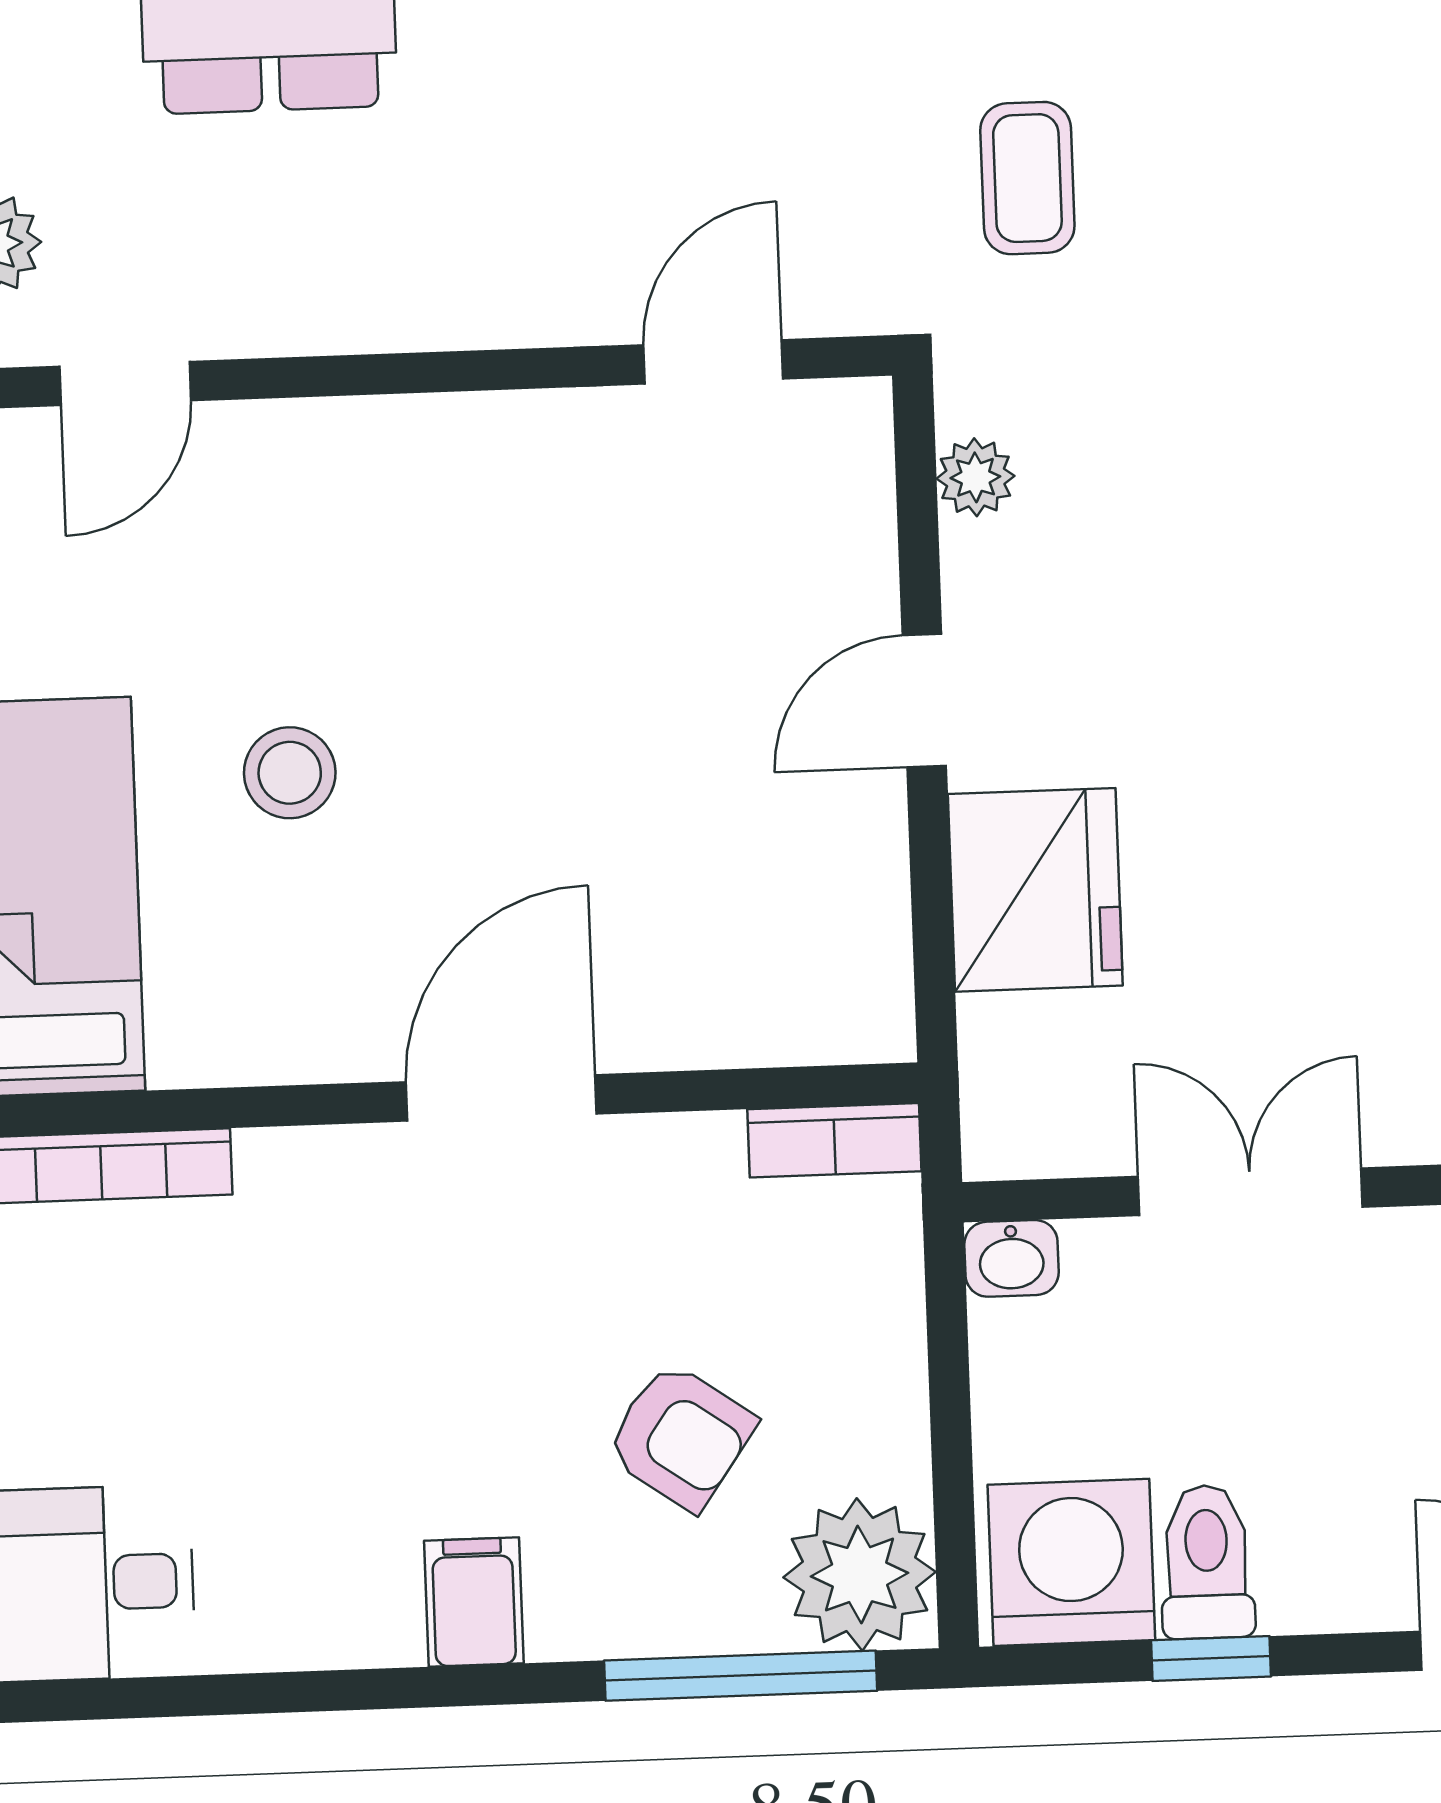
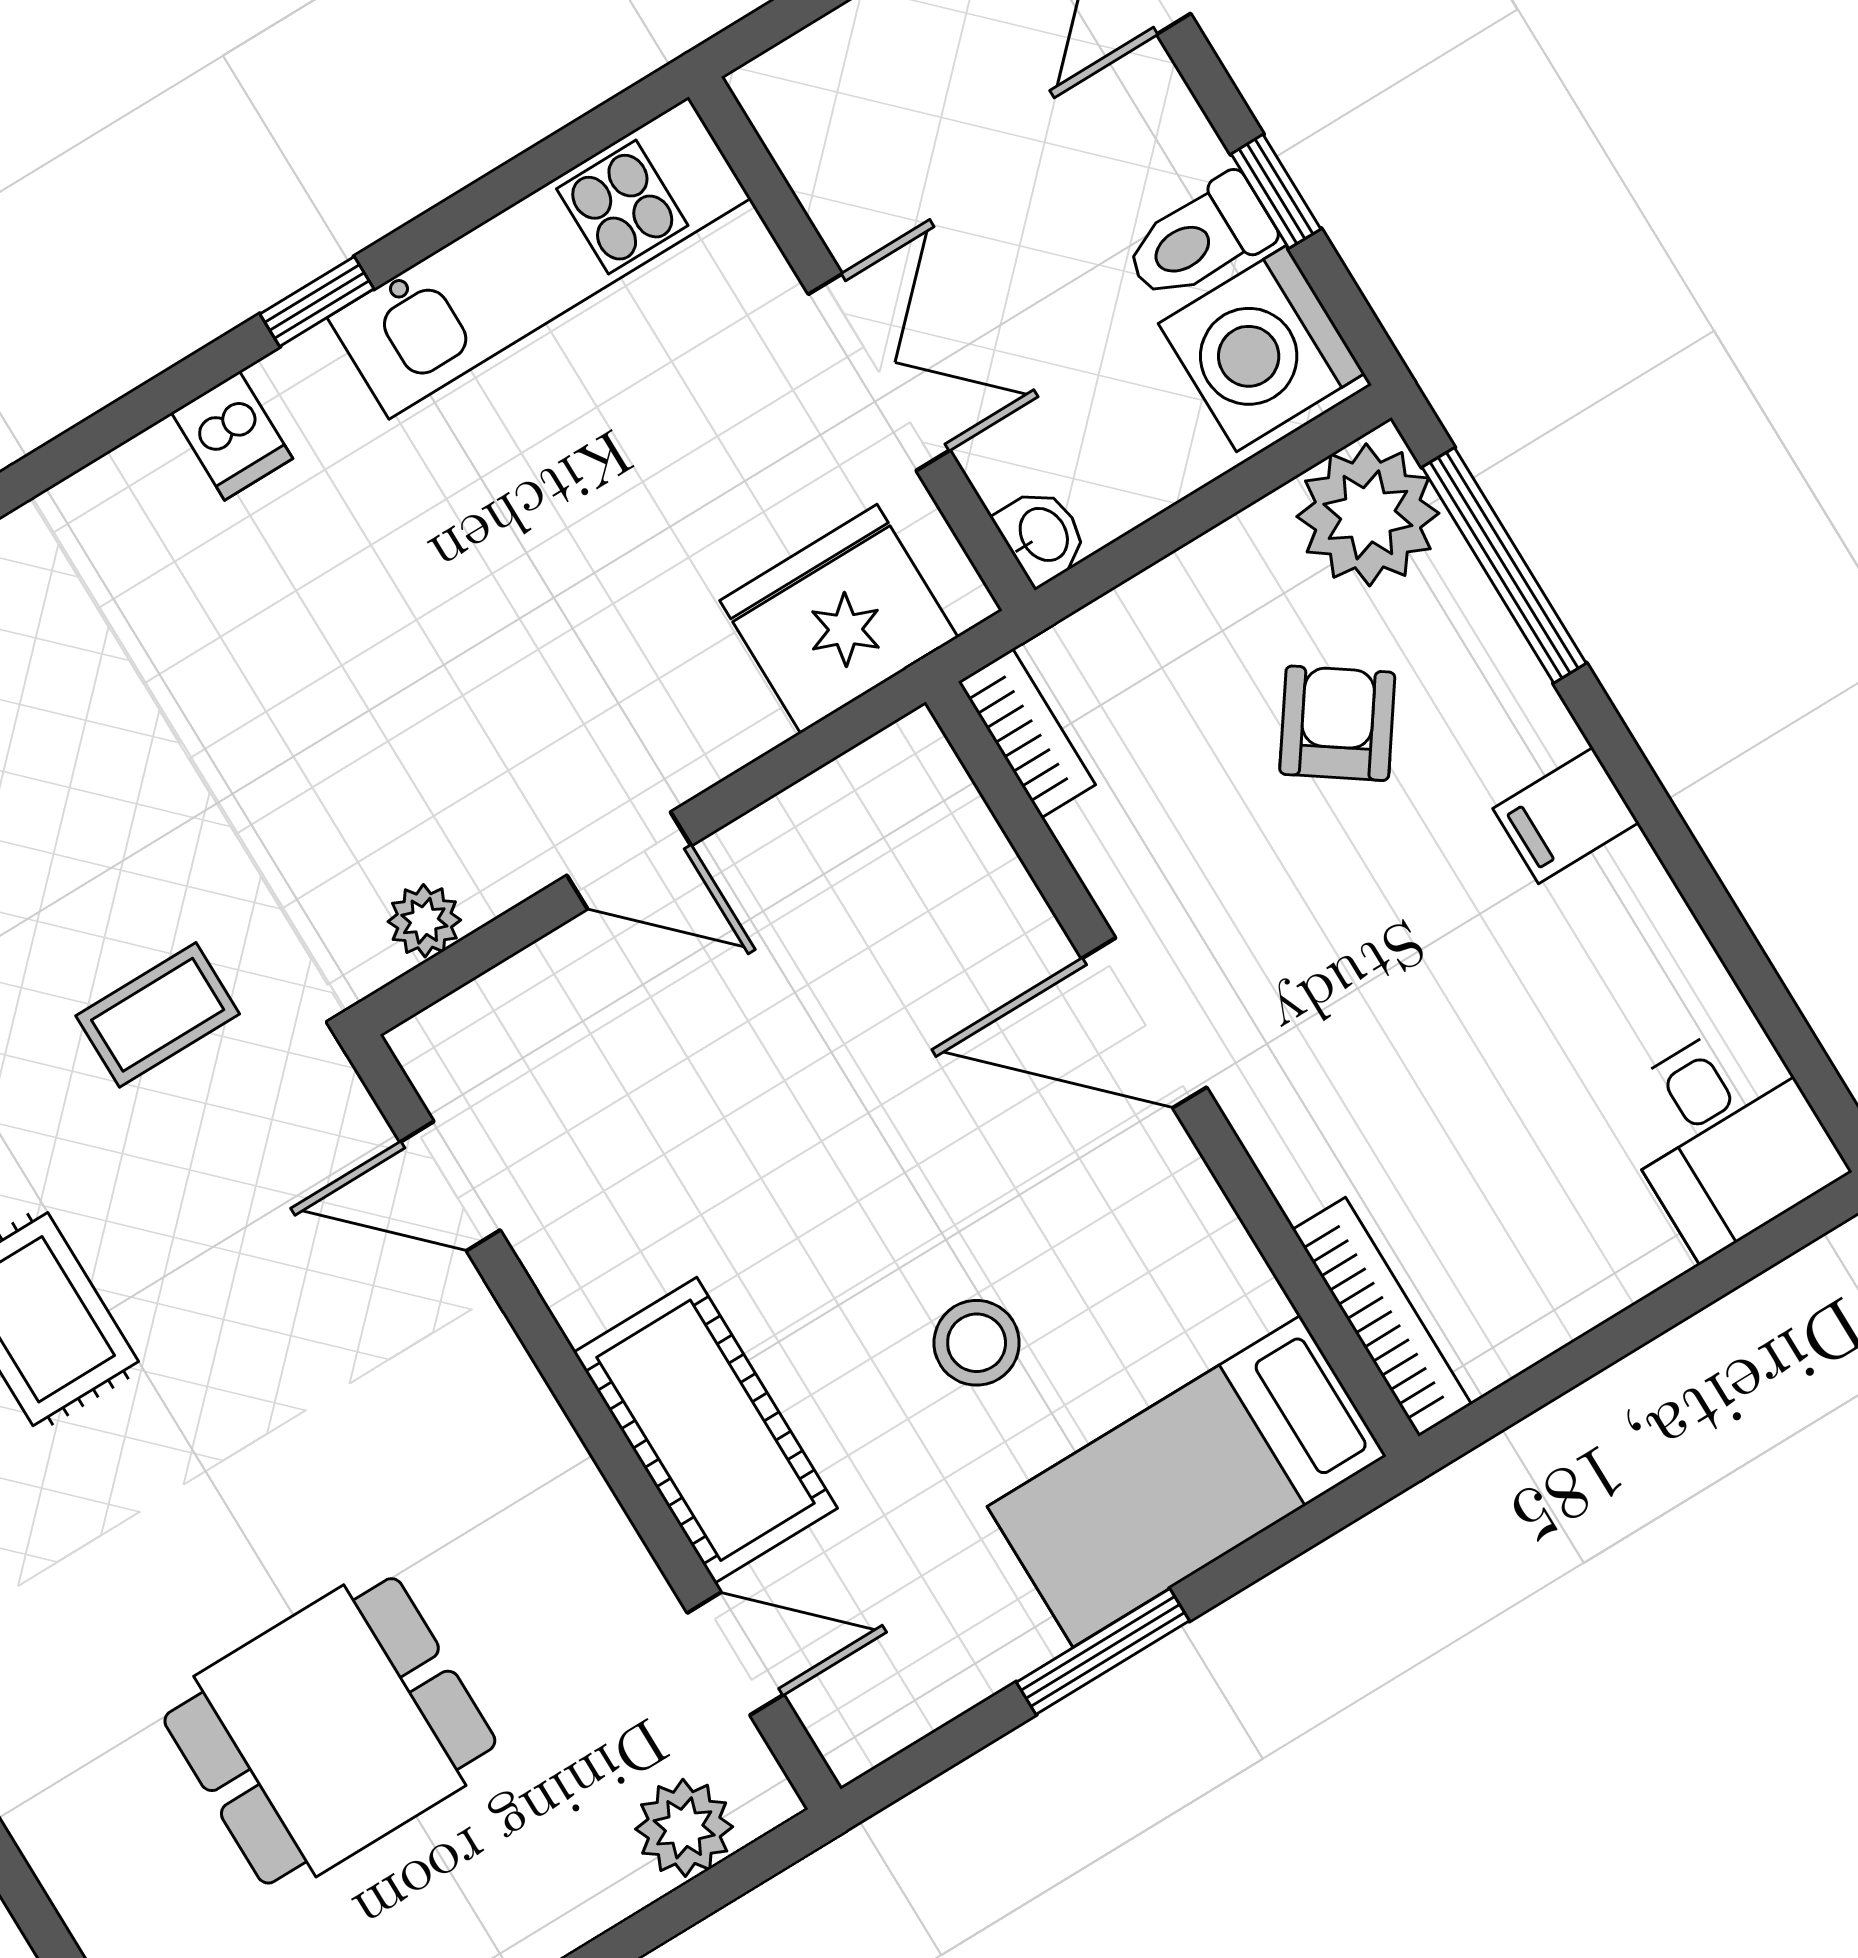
cot: (350, 473) -> (706, 1430), added
fridge: (1035, 890) -> (839, 619), moved
double door: (1250, 1192) -> (879, 372), swing flipped

